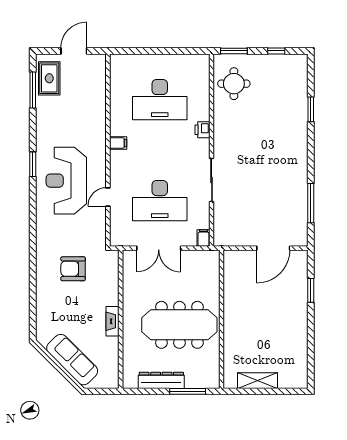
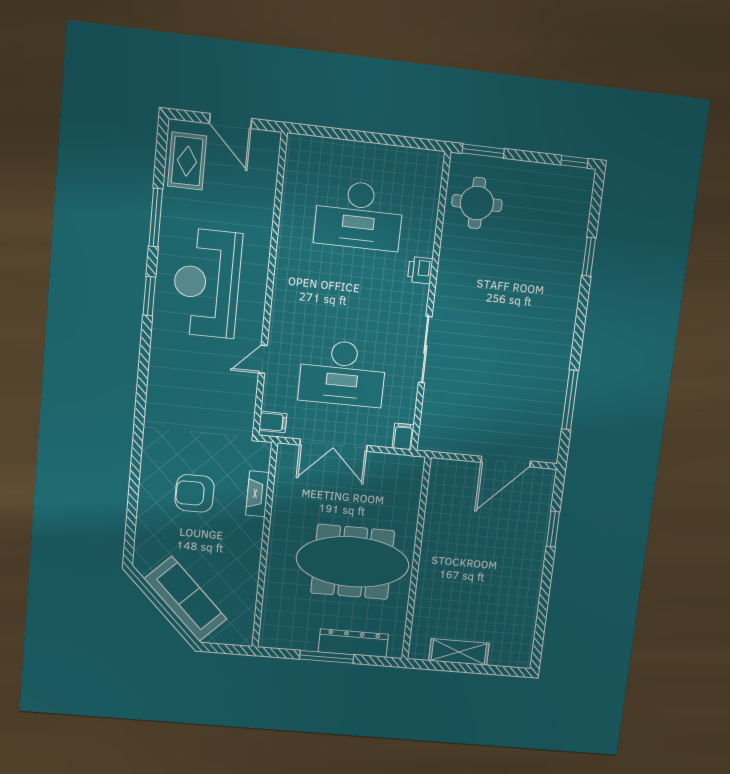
door: (74, 51) -> (231, 121), swing flipped
window: (276, 51) -> (574, 162), moved
window: (33, 90) -> (156, 218), moved
filing cabinet: (118, 143) -> (273, 422), moved
reception desk: (66, 181) -> (207, 283), moved
armchair: (73, 269) -> (195, 493), moved
fireplace: (113, 321) -> (257, 494), moved
dresser: (161, 380) -> (353, 643), moved
window: (188, 391) -> (327, 657), moved

